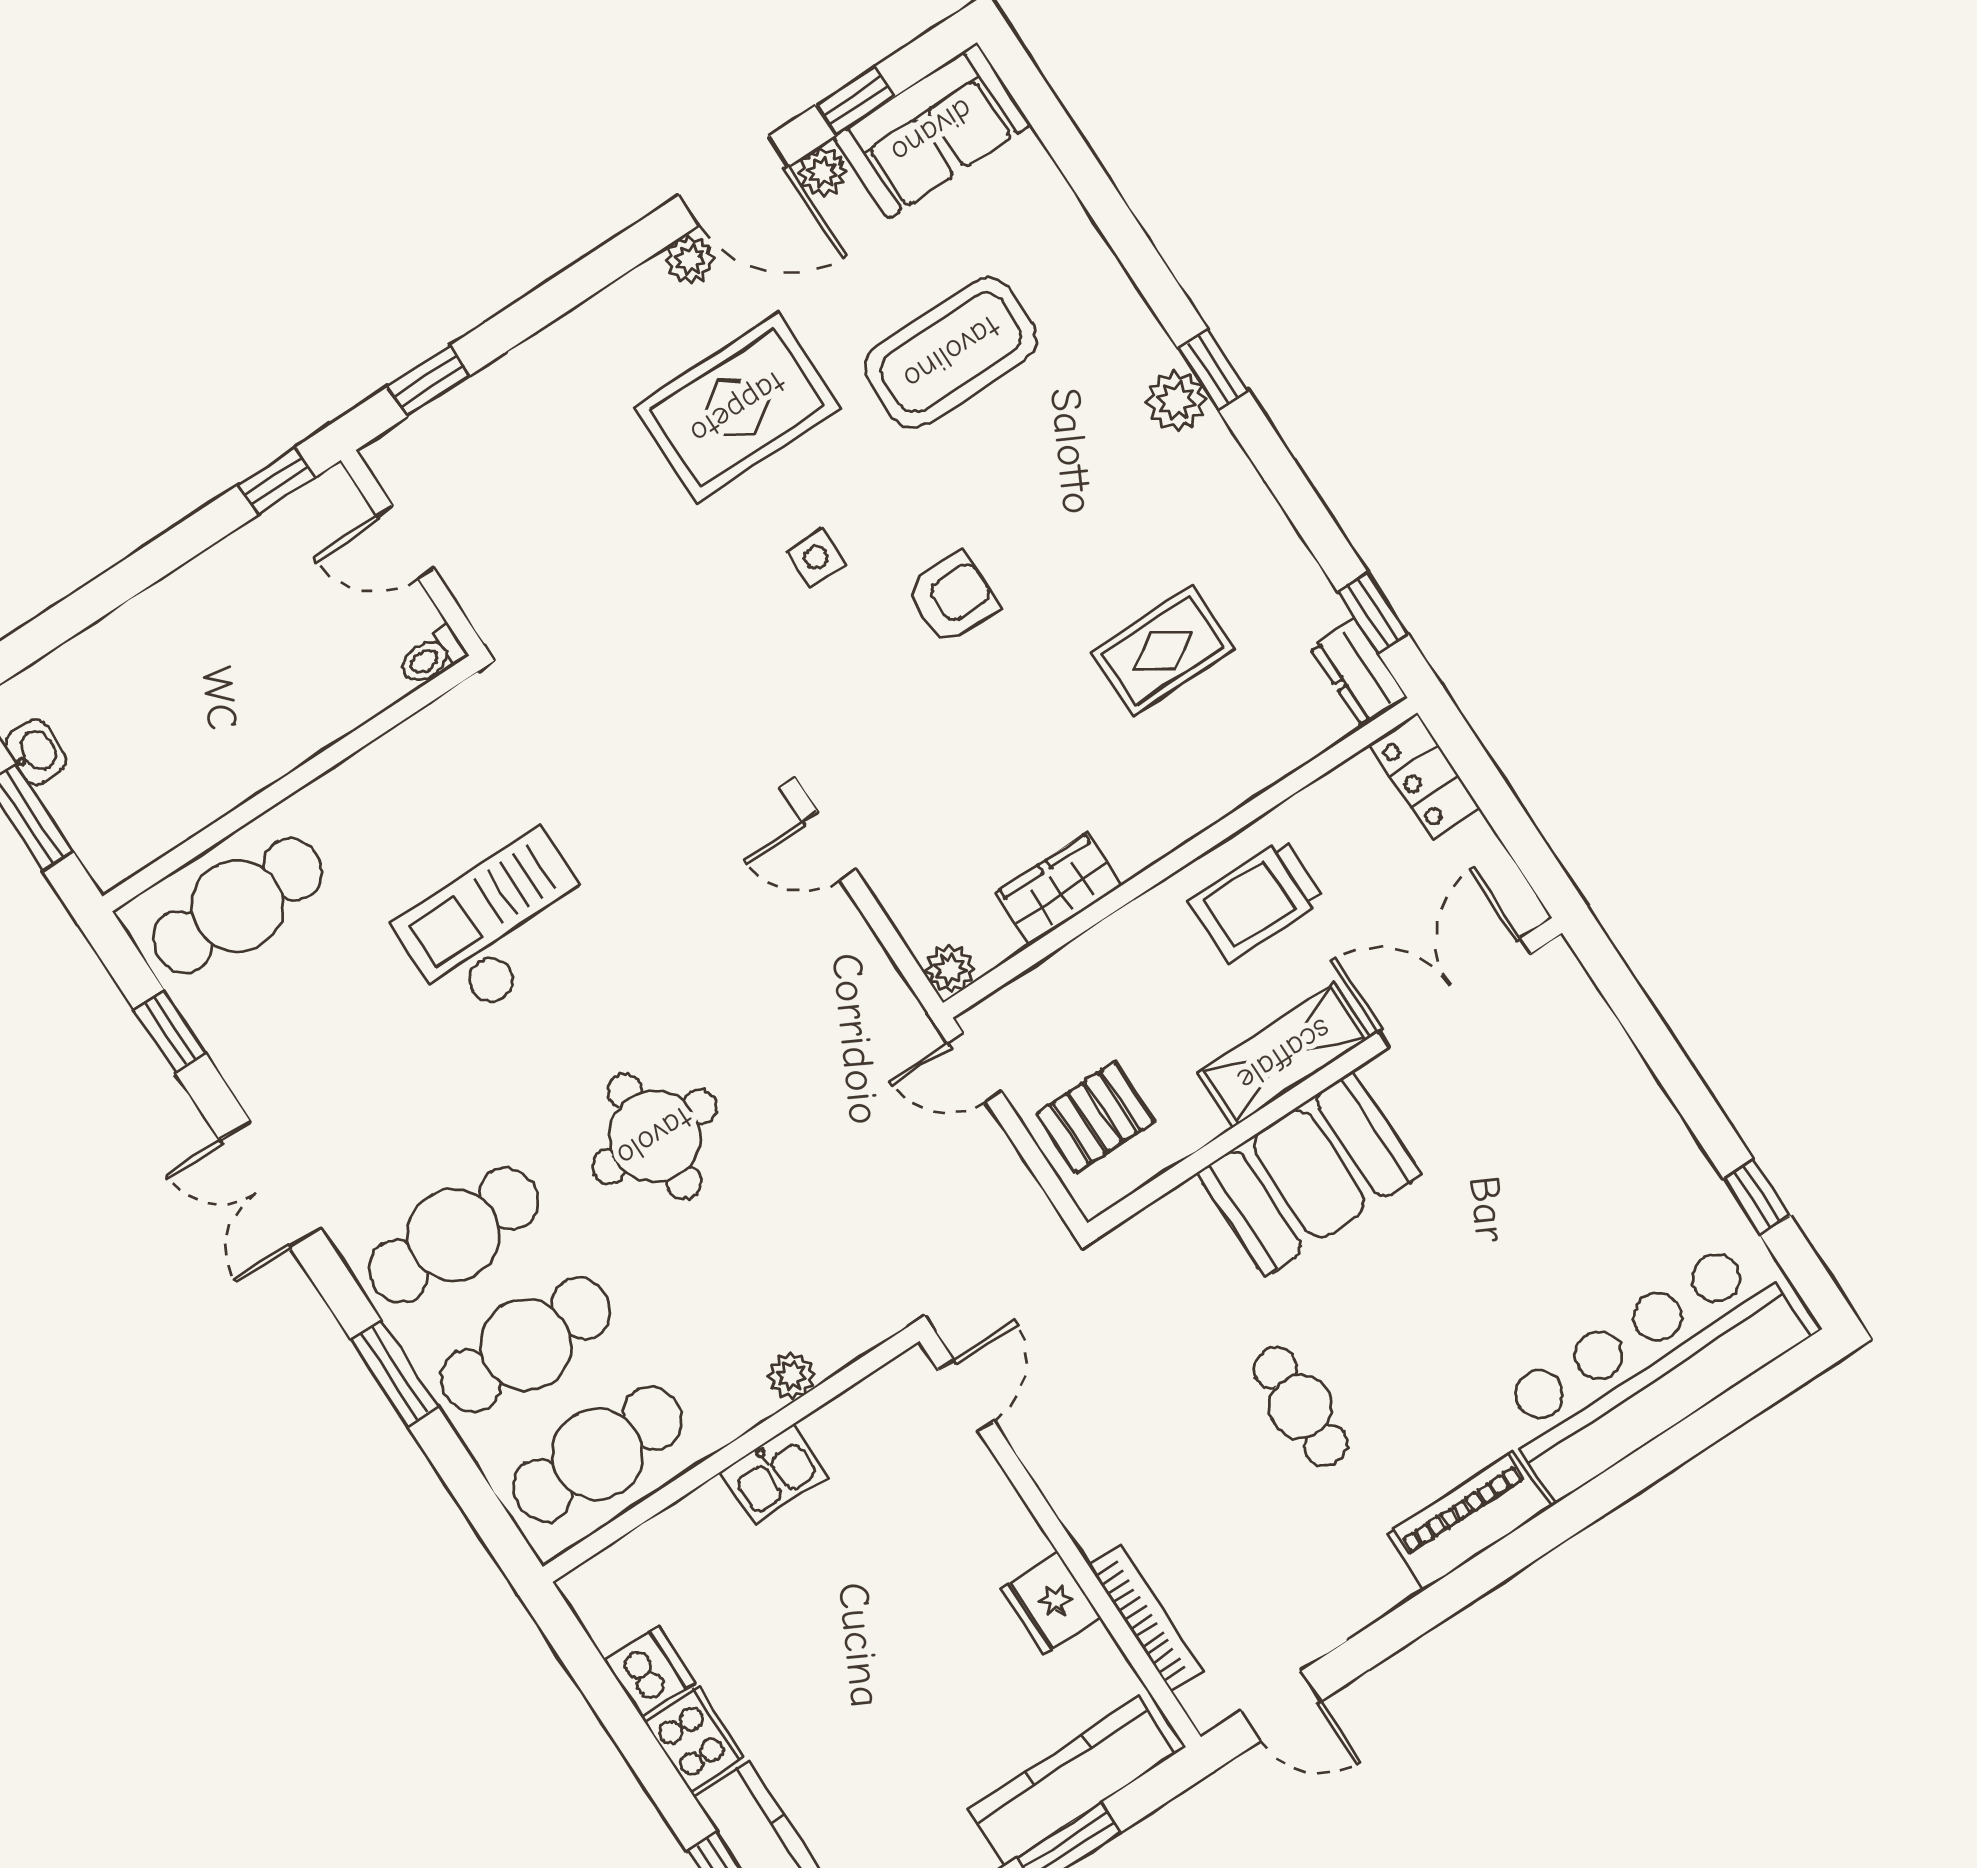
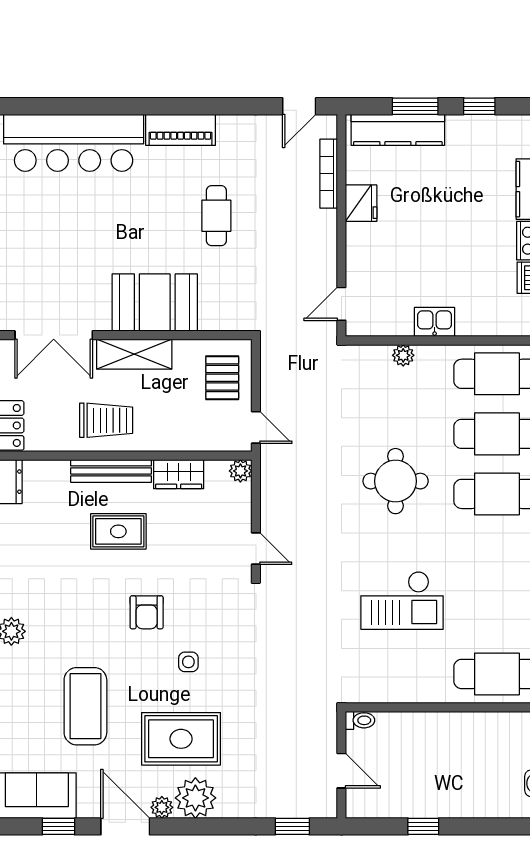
plant: (822, 172) -> (195, 798), moved, width x1.88, depth x1.88
coffee table: (951, 353) -> (85, 706), turned 90
window: (277, 481) -> (423, 826), moved
armchair: (952, 598) -> (147, 612), turned -90
rug: (1163, 650) -> (118, 531), moved
bench: (1186, 814) -> (111, 471), added
pallet: (1095, 1117) -> (222, 378), turned 90
door: (1281, 1706) -> (299, 106), swing flipped

